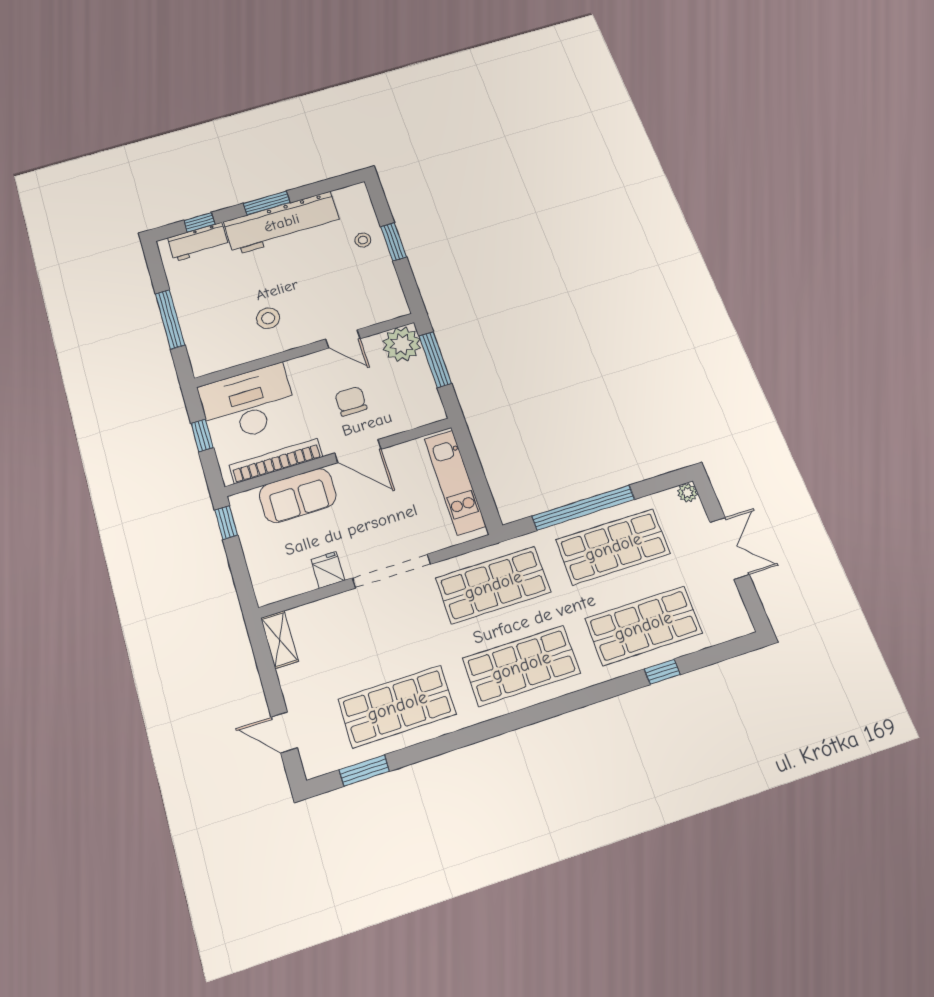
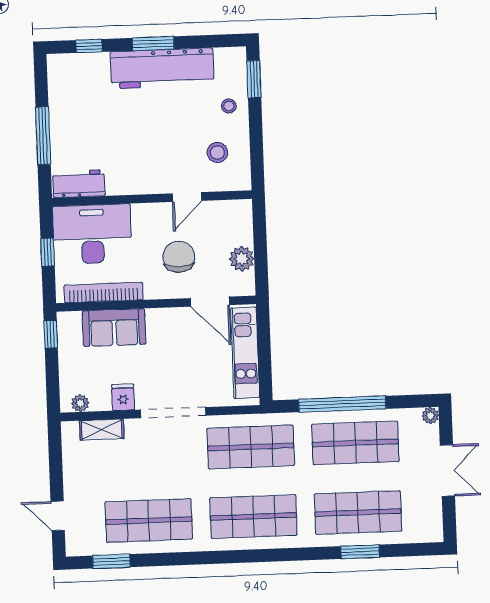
workbench: (198, 242) -> (79, 184), moved, turned 180
window: (393, 242) -> (254, 79), moved
stool: (268, 318) -> (217, 152), moved
door: (343, 339) -> (187, 197), hinge flipped
plant: (402, 344) -> (242, 259), moved, width x0.73, depth x0.73
window: (435, 359) -> (260, 239), removed
chair: (351, 401) -> (179, 257), width x1.37, depth x1.37
door: (358, 451) -> (210, 302), moved
plant: (279, 591) -> (80, 403), added
shelving: (279, 639) -> (102, 430), moved, turned 90
window: (662, 672) -> (360, 552), width x1.50

